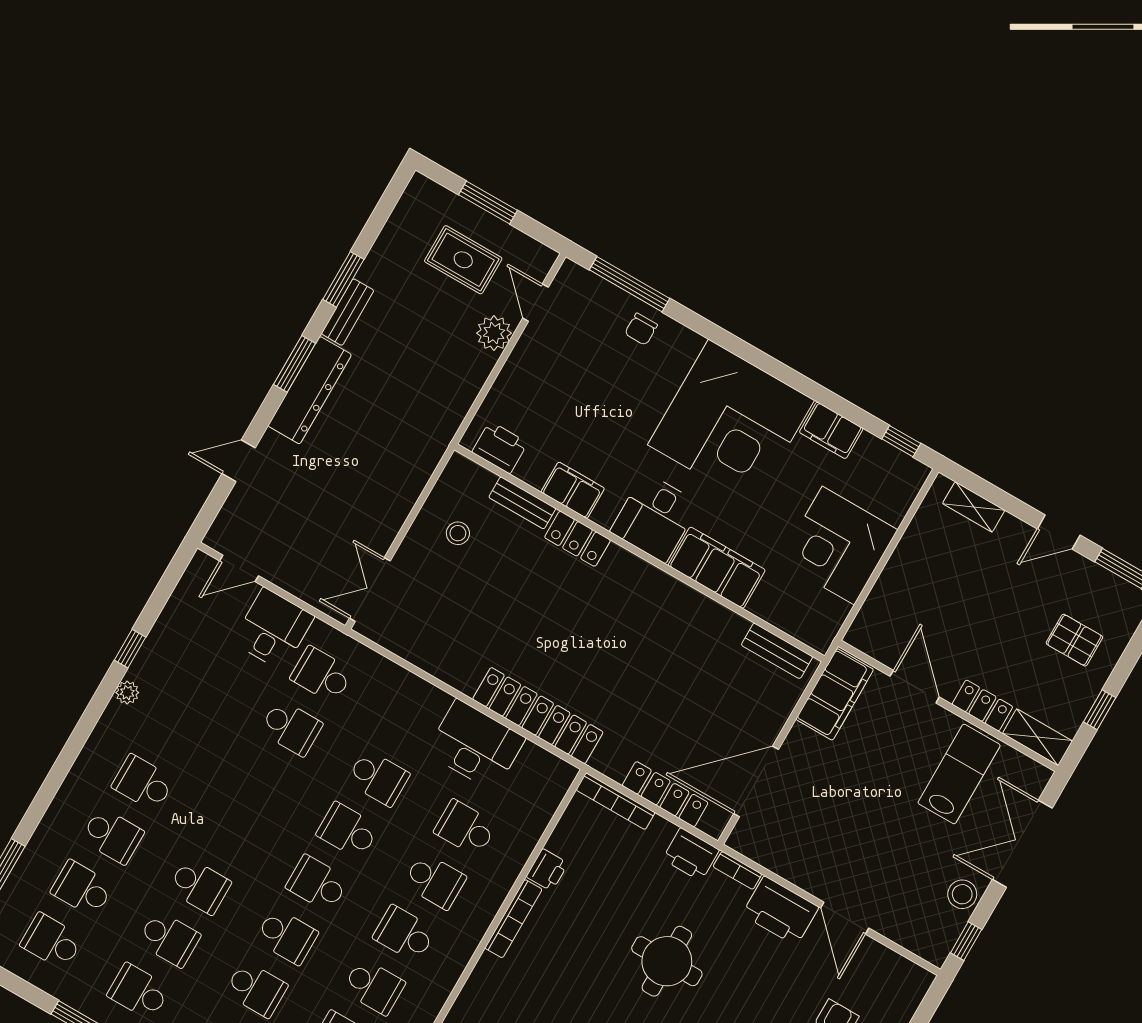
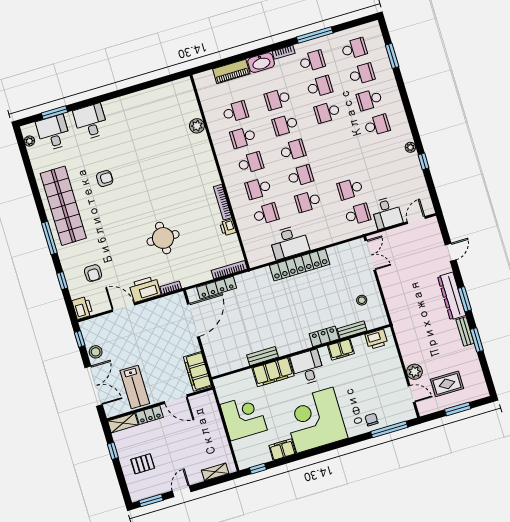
bench: (777, 651) -> (262, 356), moved
locker: (538, 716) -> (300, 265), moved
printer: (691, 854) -> (82, 308), moved, turned 90
school desk: (169, 939) -> (320, 87), turned 180

